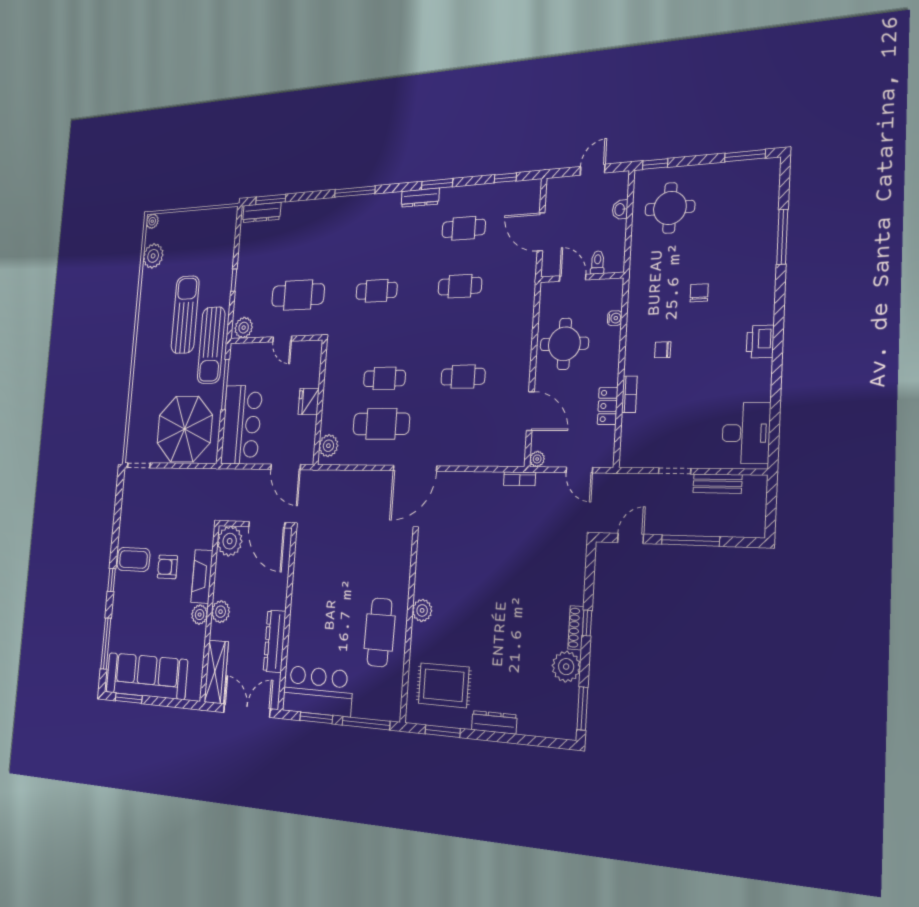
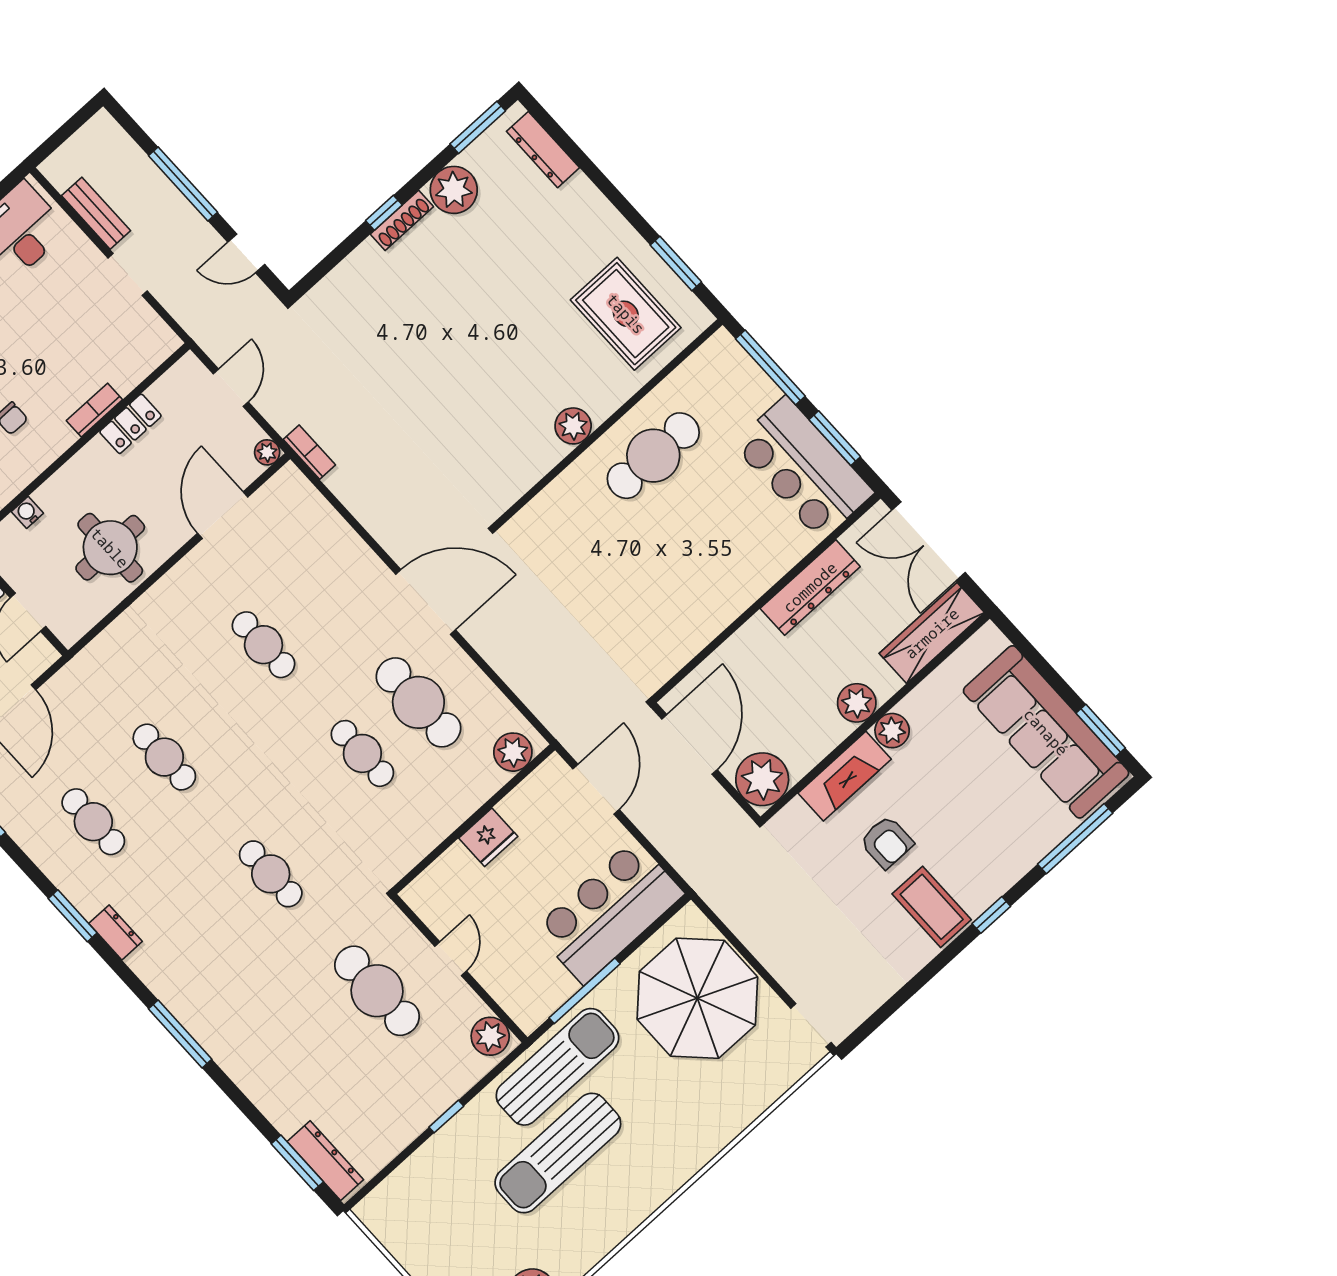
dresser: (420, 198) -> (115, 932), width x0.70
dresser: (494, 722) -> (543, 150), moved

